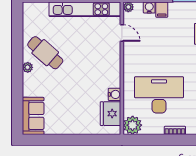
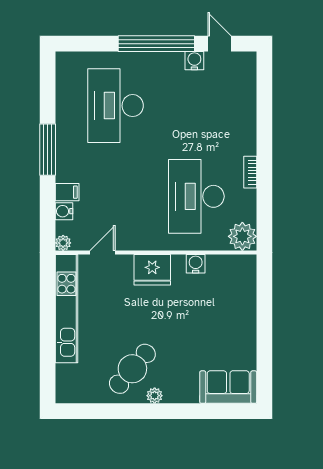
fridge: (110, 114) -> (152, 270), moved

